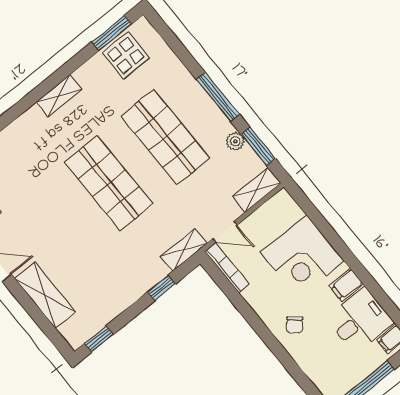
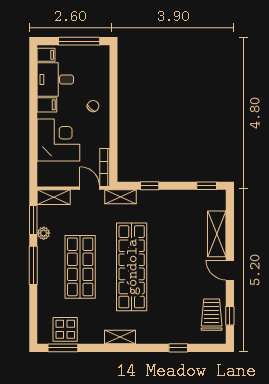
shop shelf: (109, 183) -> (132, 267), width x1.40

